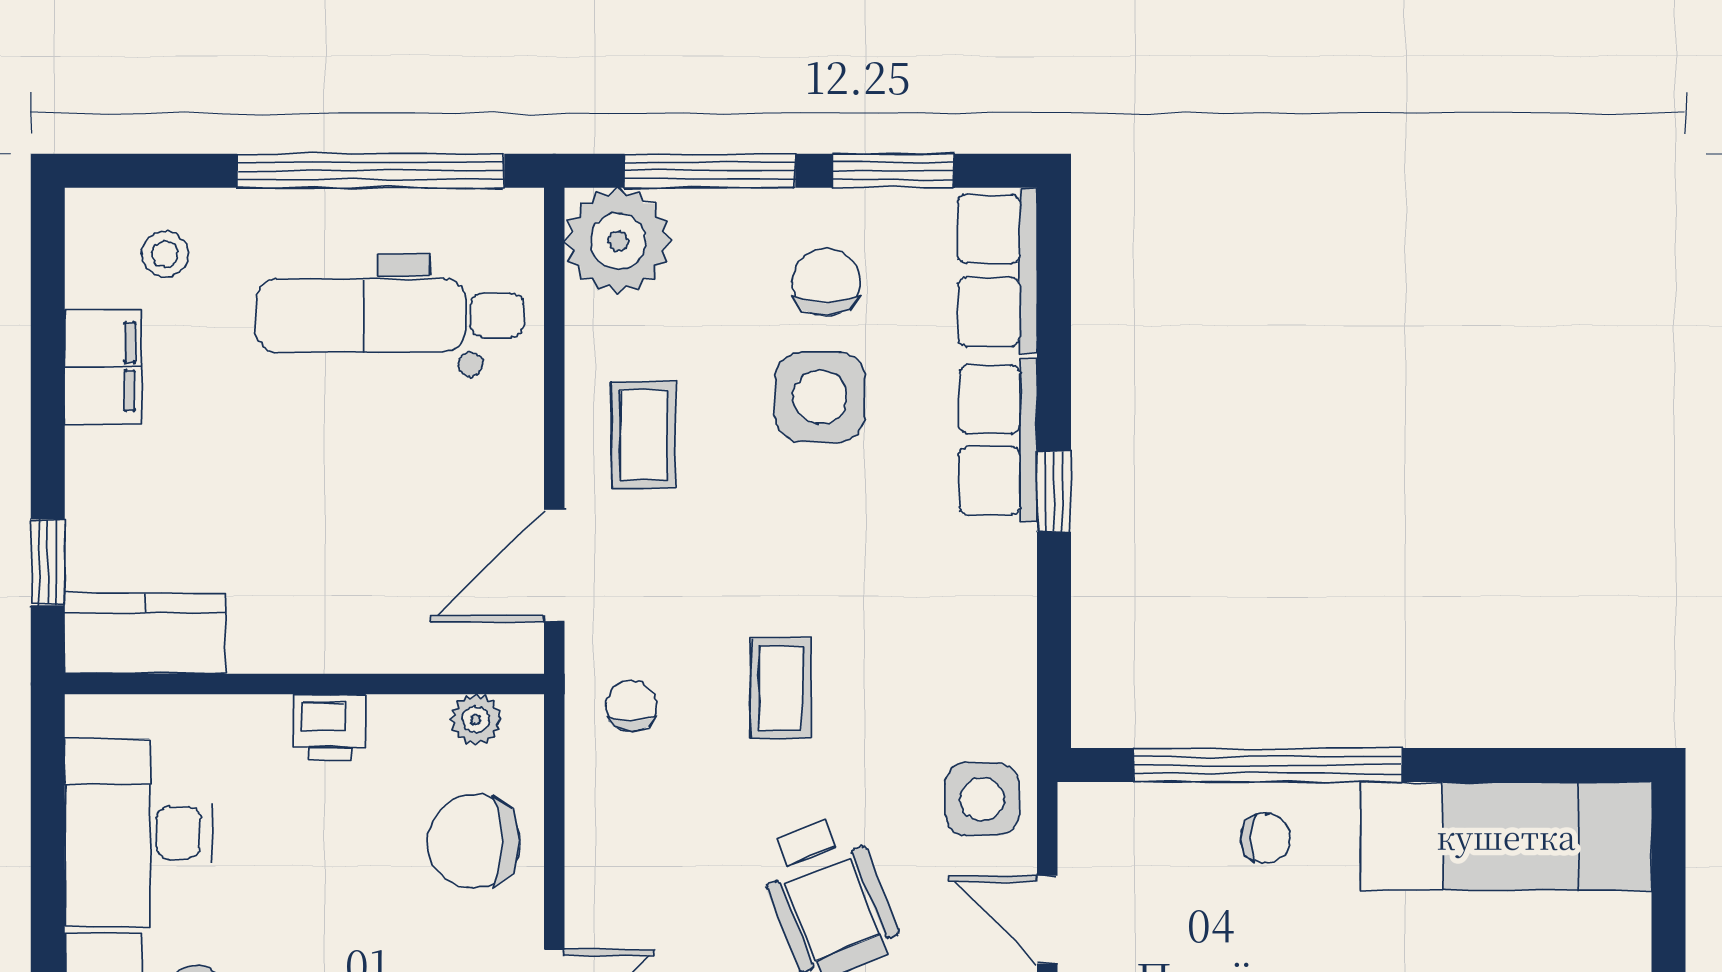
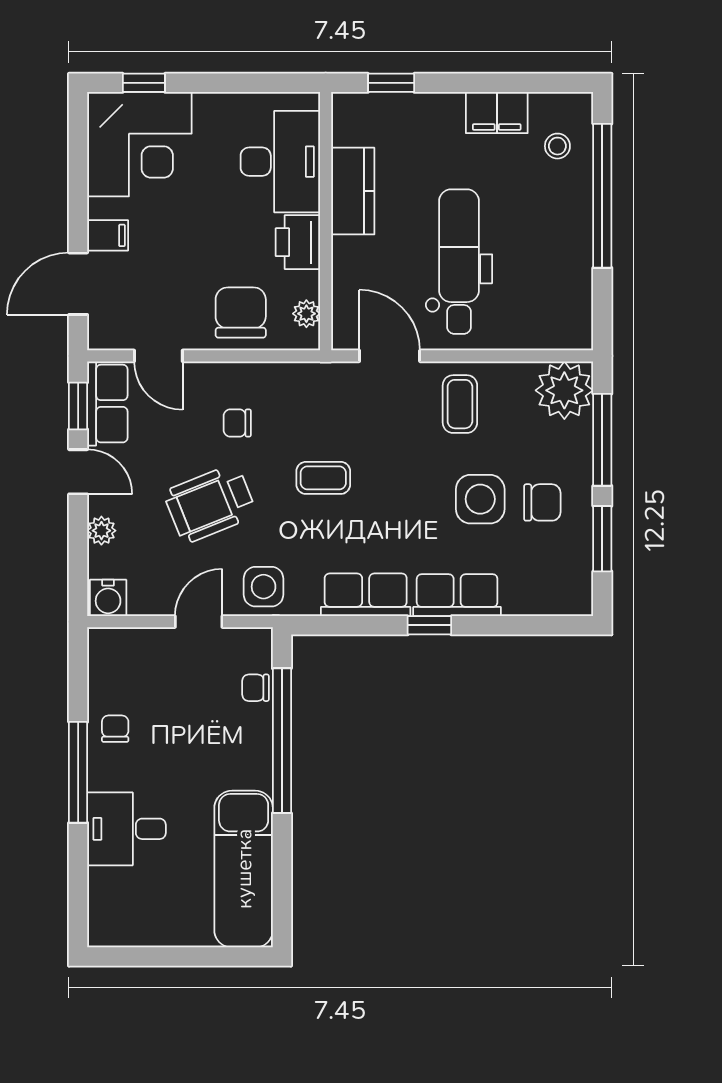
window: (371, 171) -> (602, 196), moved
row of seats: (997, 270) -> (366, 595), moved
dental chair: (390, 315) -> (459, 262), moved
coffee table: (644, 435) -> (460, 404), turned 90
kitchen counter: (145, 634) -> (353, 191), moved
chair: (631, 706) -> (237, 423), moved, turned 180
printer: (330, 727) -> (298, 242), width x1.36, depth x1.24
desk: (138, 833) -> (280, 162), moved, turned 90
chair: (1266, 838) -> (256, 688), moved, turned 90

